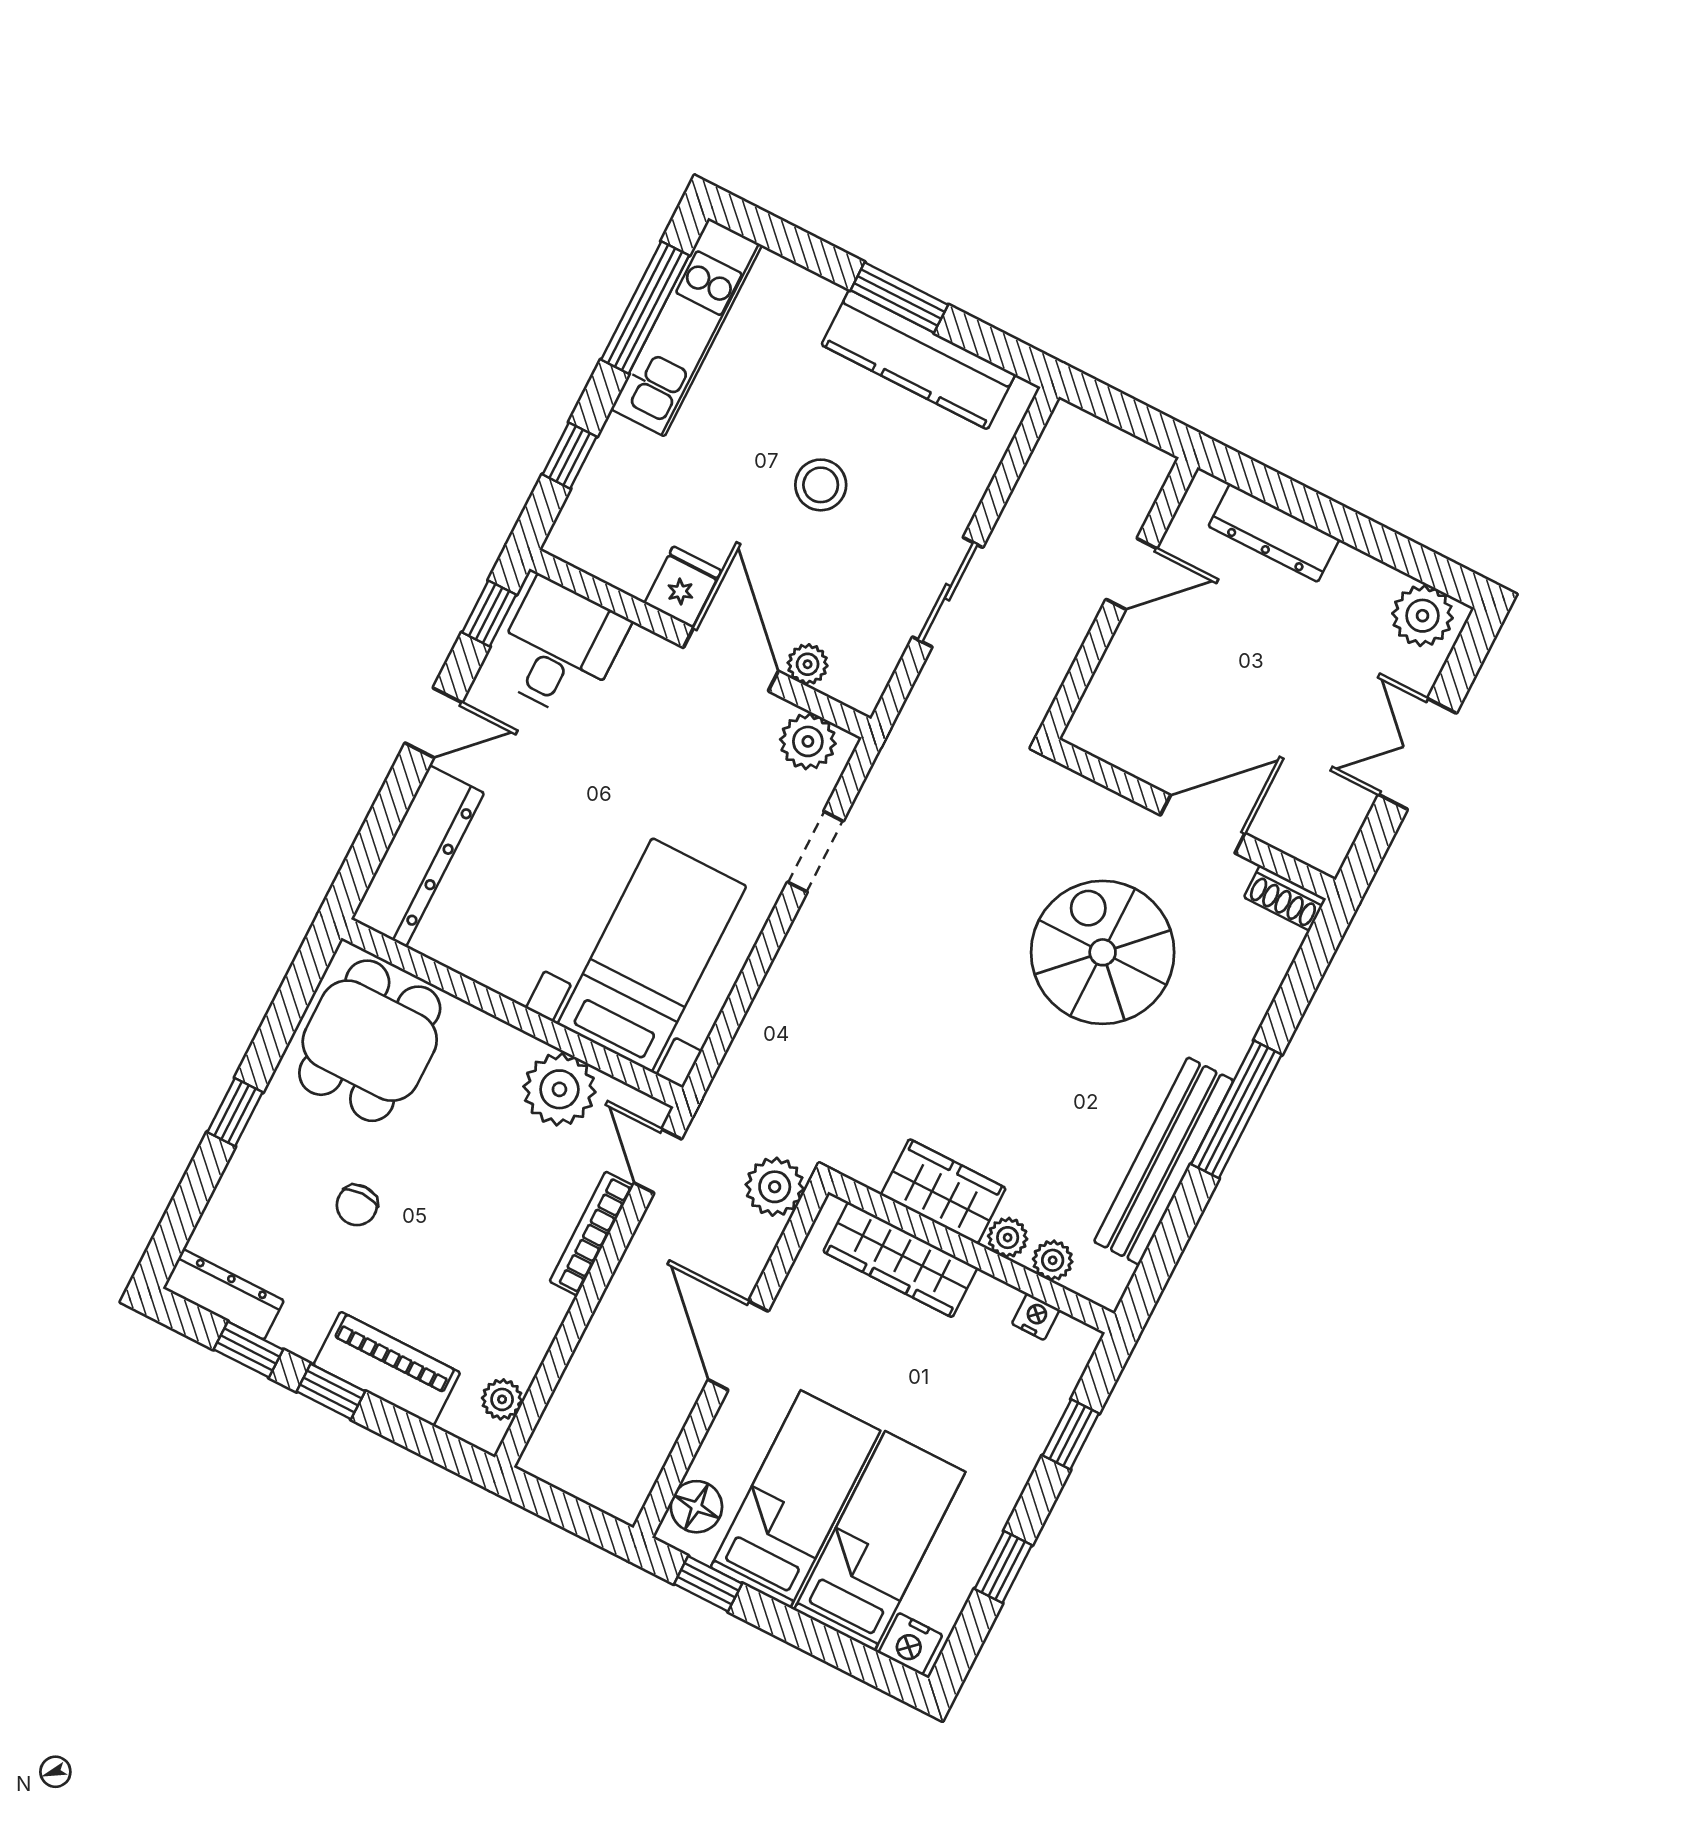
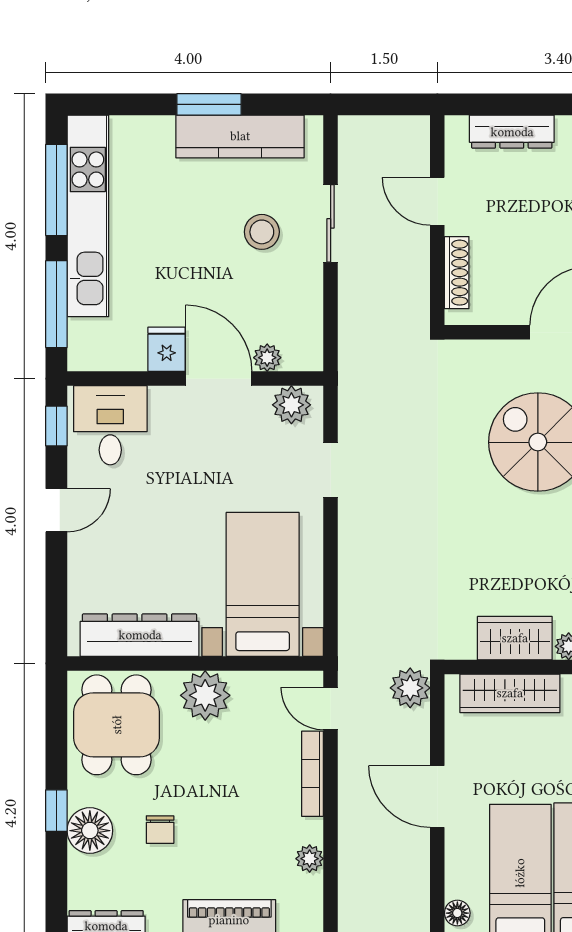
kitchen unit: (686, 327) -> (88, 216), width x1.36
window: (570, 456) -> (56, 304), width x2.17
stool: (821, 485) -> (262, 232), moved
door: (1131, 574) -> (437, 201), swing flipped
sliding door: (948, 592) -> (331, 223), moved
shoe rack: (1109, 679) -> (457, 273), added
dresser: (418, 856) -> (140, 635), moved, turned -90
plant: (559, 1089) -> (205, 695), moved
floor lamp: (265, 1160) -> (90, 831), added
plant: (502, 1399) -> (310, 859), moved
floor lamp: (696, 1507) -> (457, 913), width x0.73, depth x0.73

